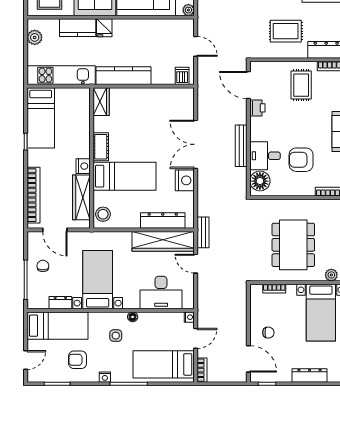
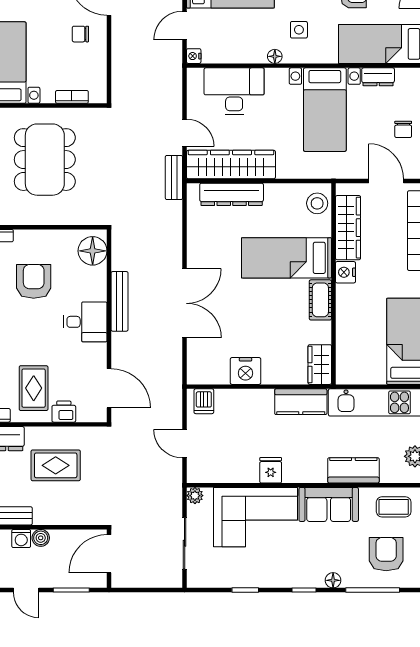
fridge: (104, 28) -> (271, 470), moved
kitchen counter: (123, 76) -> (301, 402), width x0.67
printer: (257, 108) -> (64, 412), moved, turned 90
desk: (265, 156) -> (85, 322), moved
armchair: (301, 160) -> (34, 281), turned -90
nightstand: (185, 180) -> (246, 371), moved, turned -90

